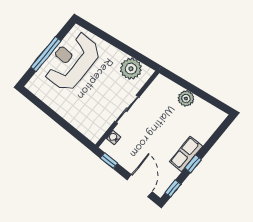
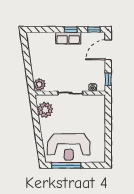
window: (46, 54) -> (66, 165), moved
plant: (186, 98) -> (39, 84), moved

